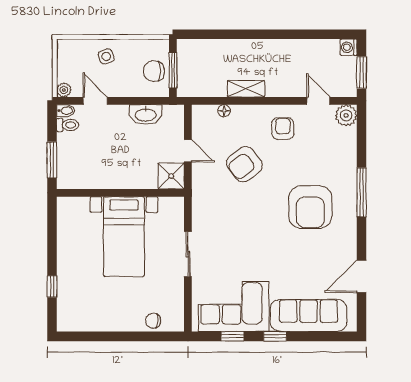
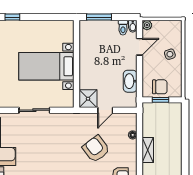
window: (173, 70) -> (160, 100), width x0.67
chair: (154, 71) -> (160, 87), turned 90

